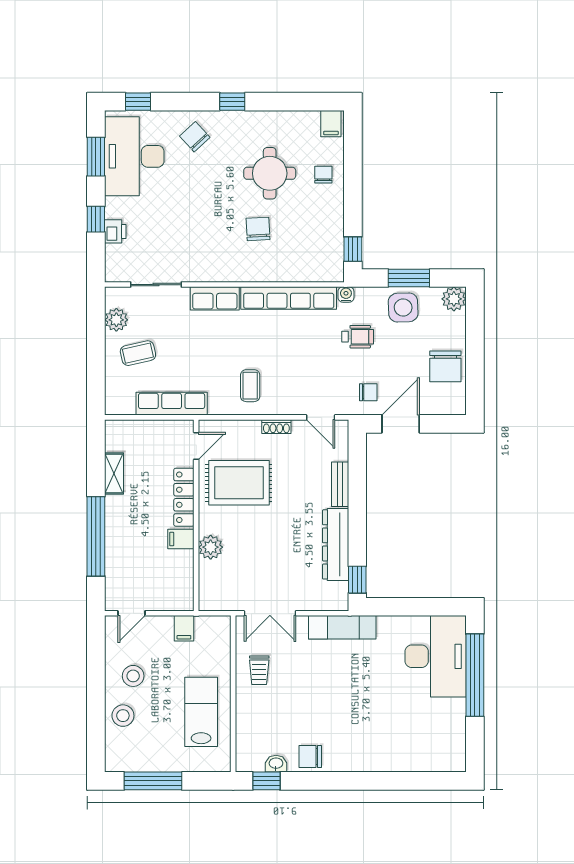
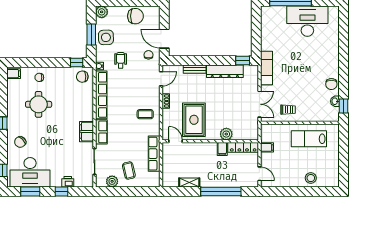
chair: (258, 229) -> (82, 77), moved
filing cabinet: (216, 269) -> (86, 132), added
locker: (184, 497) -> (243, 147), moved
desk: (436, 656) -> (307, 21), moved
stool: (133, 676) -> (291, 173), removed
window: (153, 781) -> (344, 163), removed

